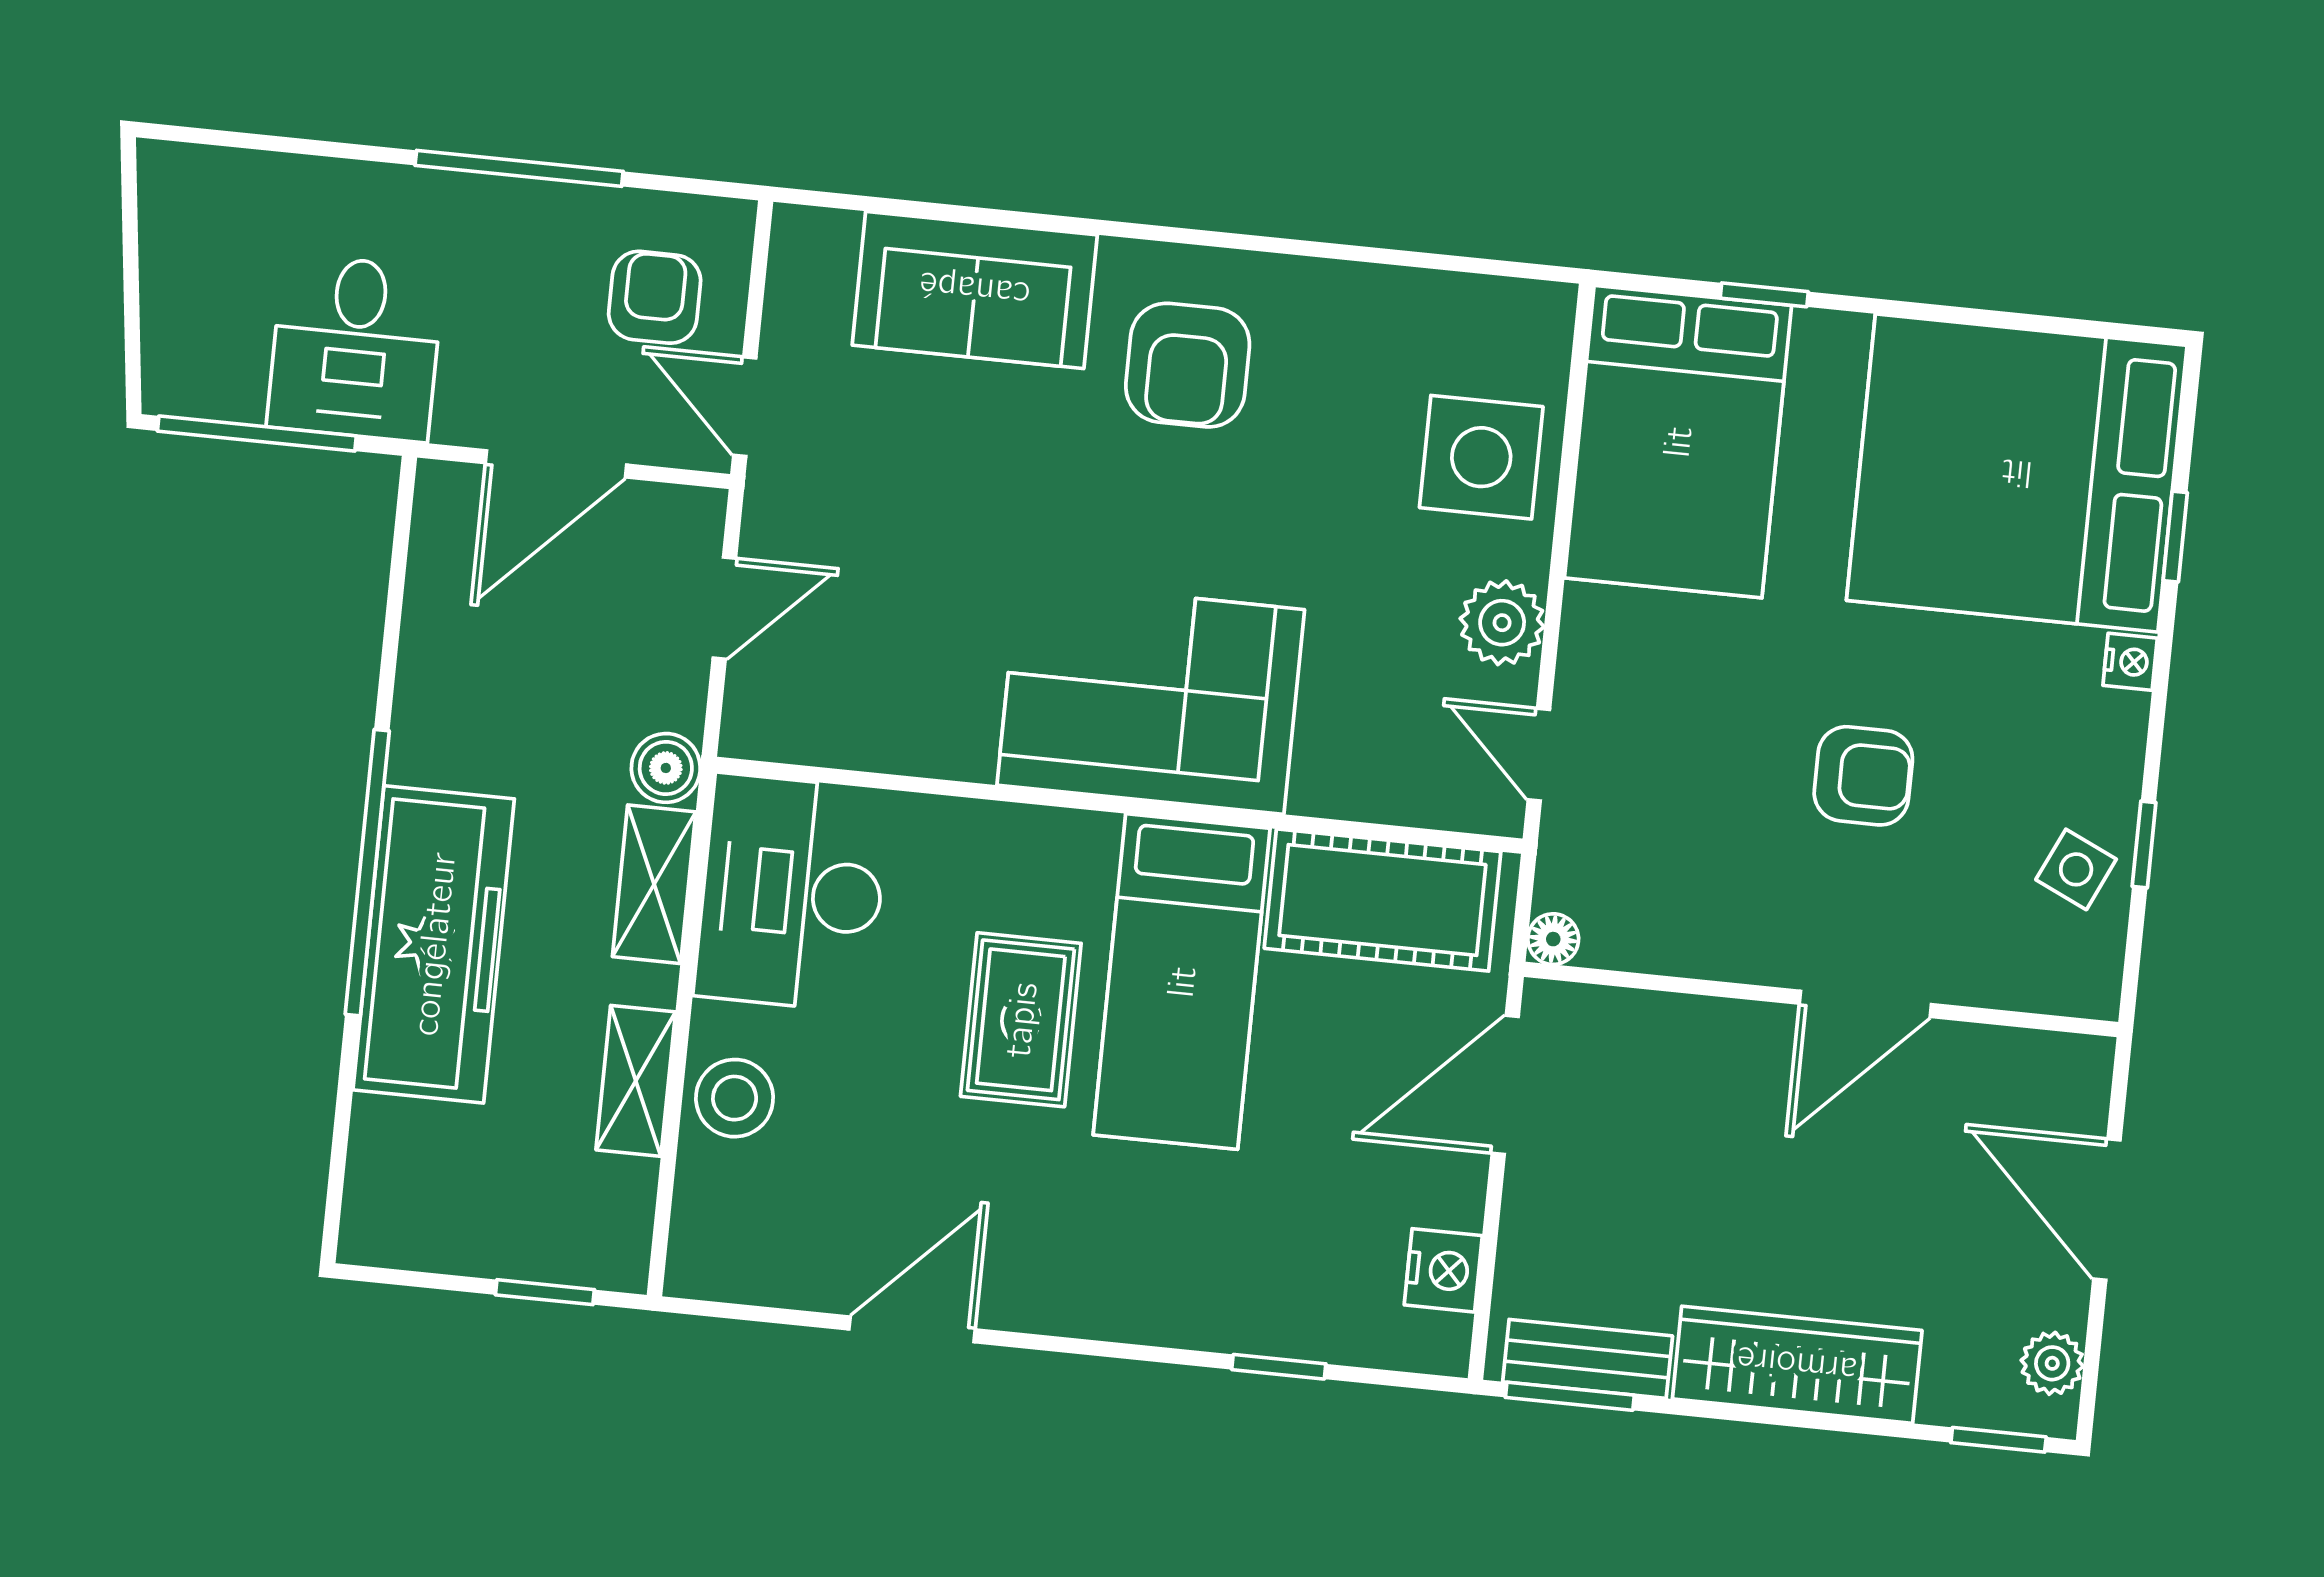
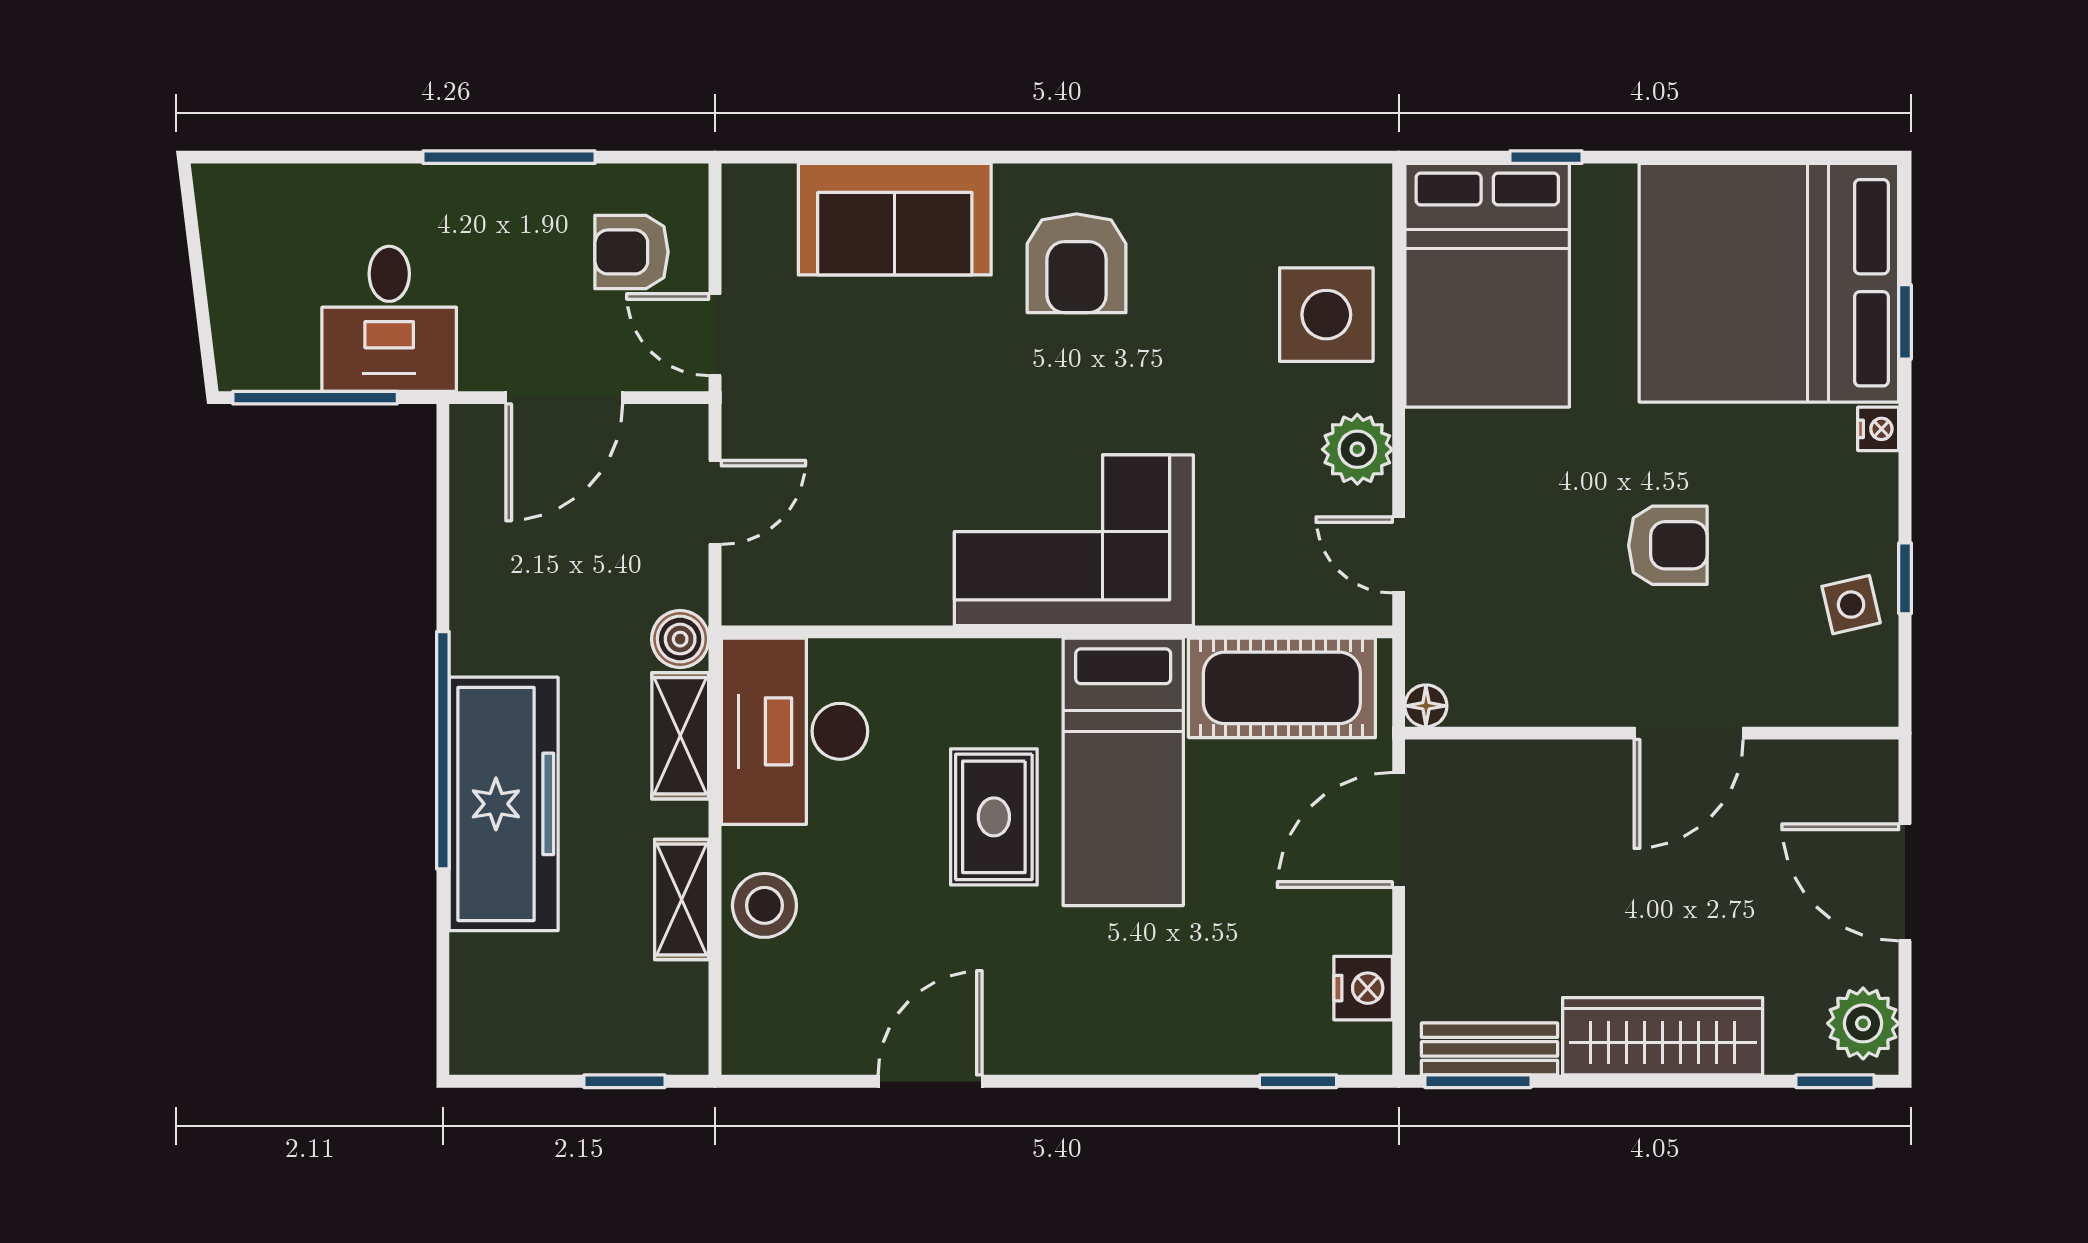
armchair: (655, 297) -> (632, 252), turned -90
side table: (2076, 869) -> (1851, 605), turned -38
plant: (2052, 1363) -> (1863, 1023), width x1.38, depth x1.38
window: (1279, 1367) -> (1298, 1081), moved

